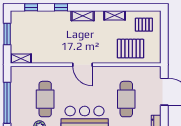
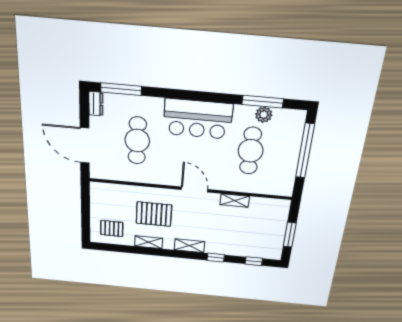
pallet: (130, 49) -> (154, 214), moved
shelving: (21, 59) -> (235, 200), moved

